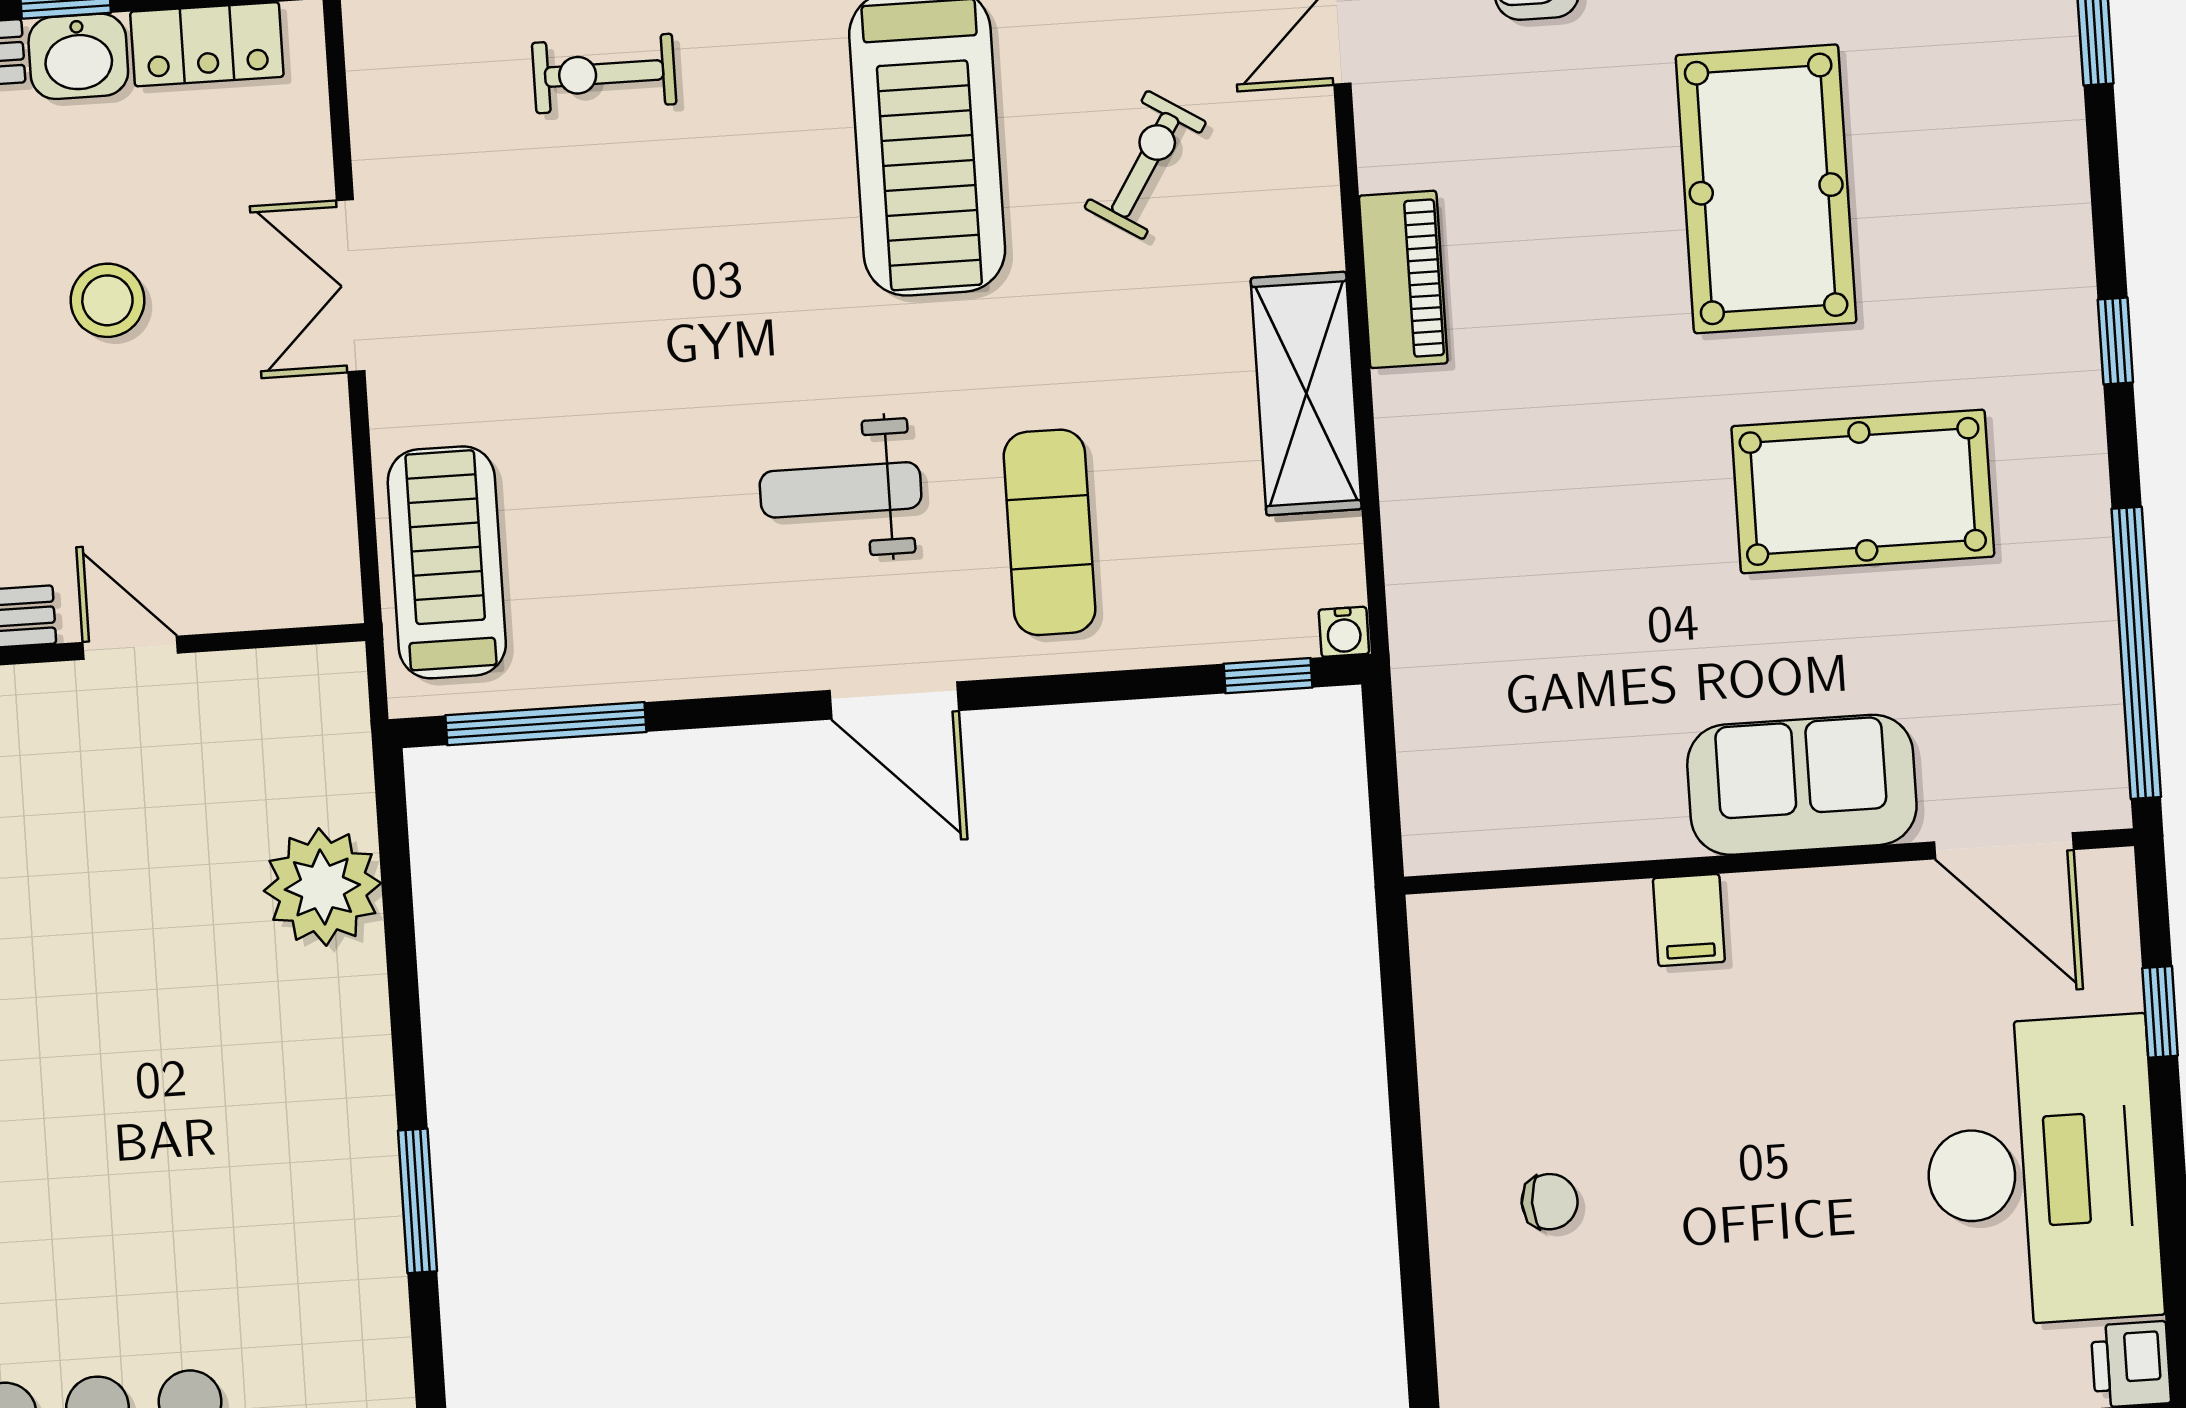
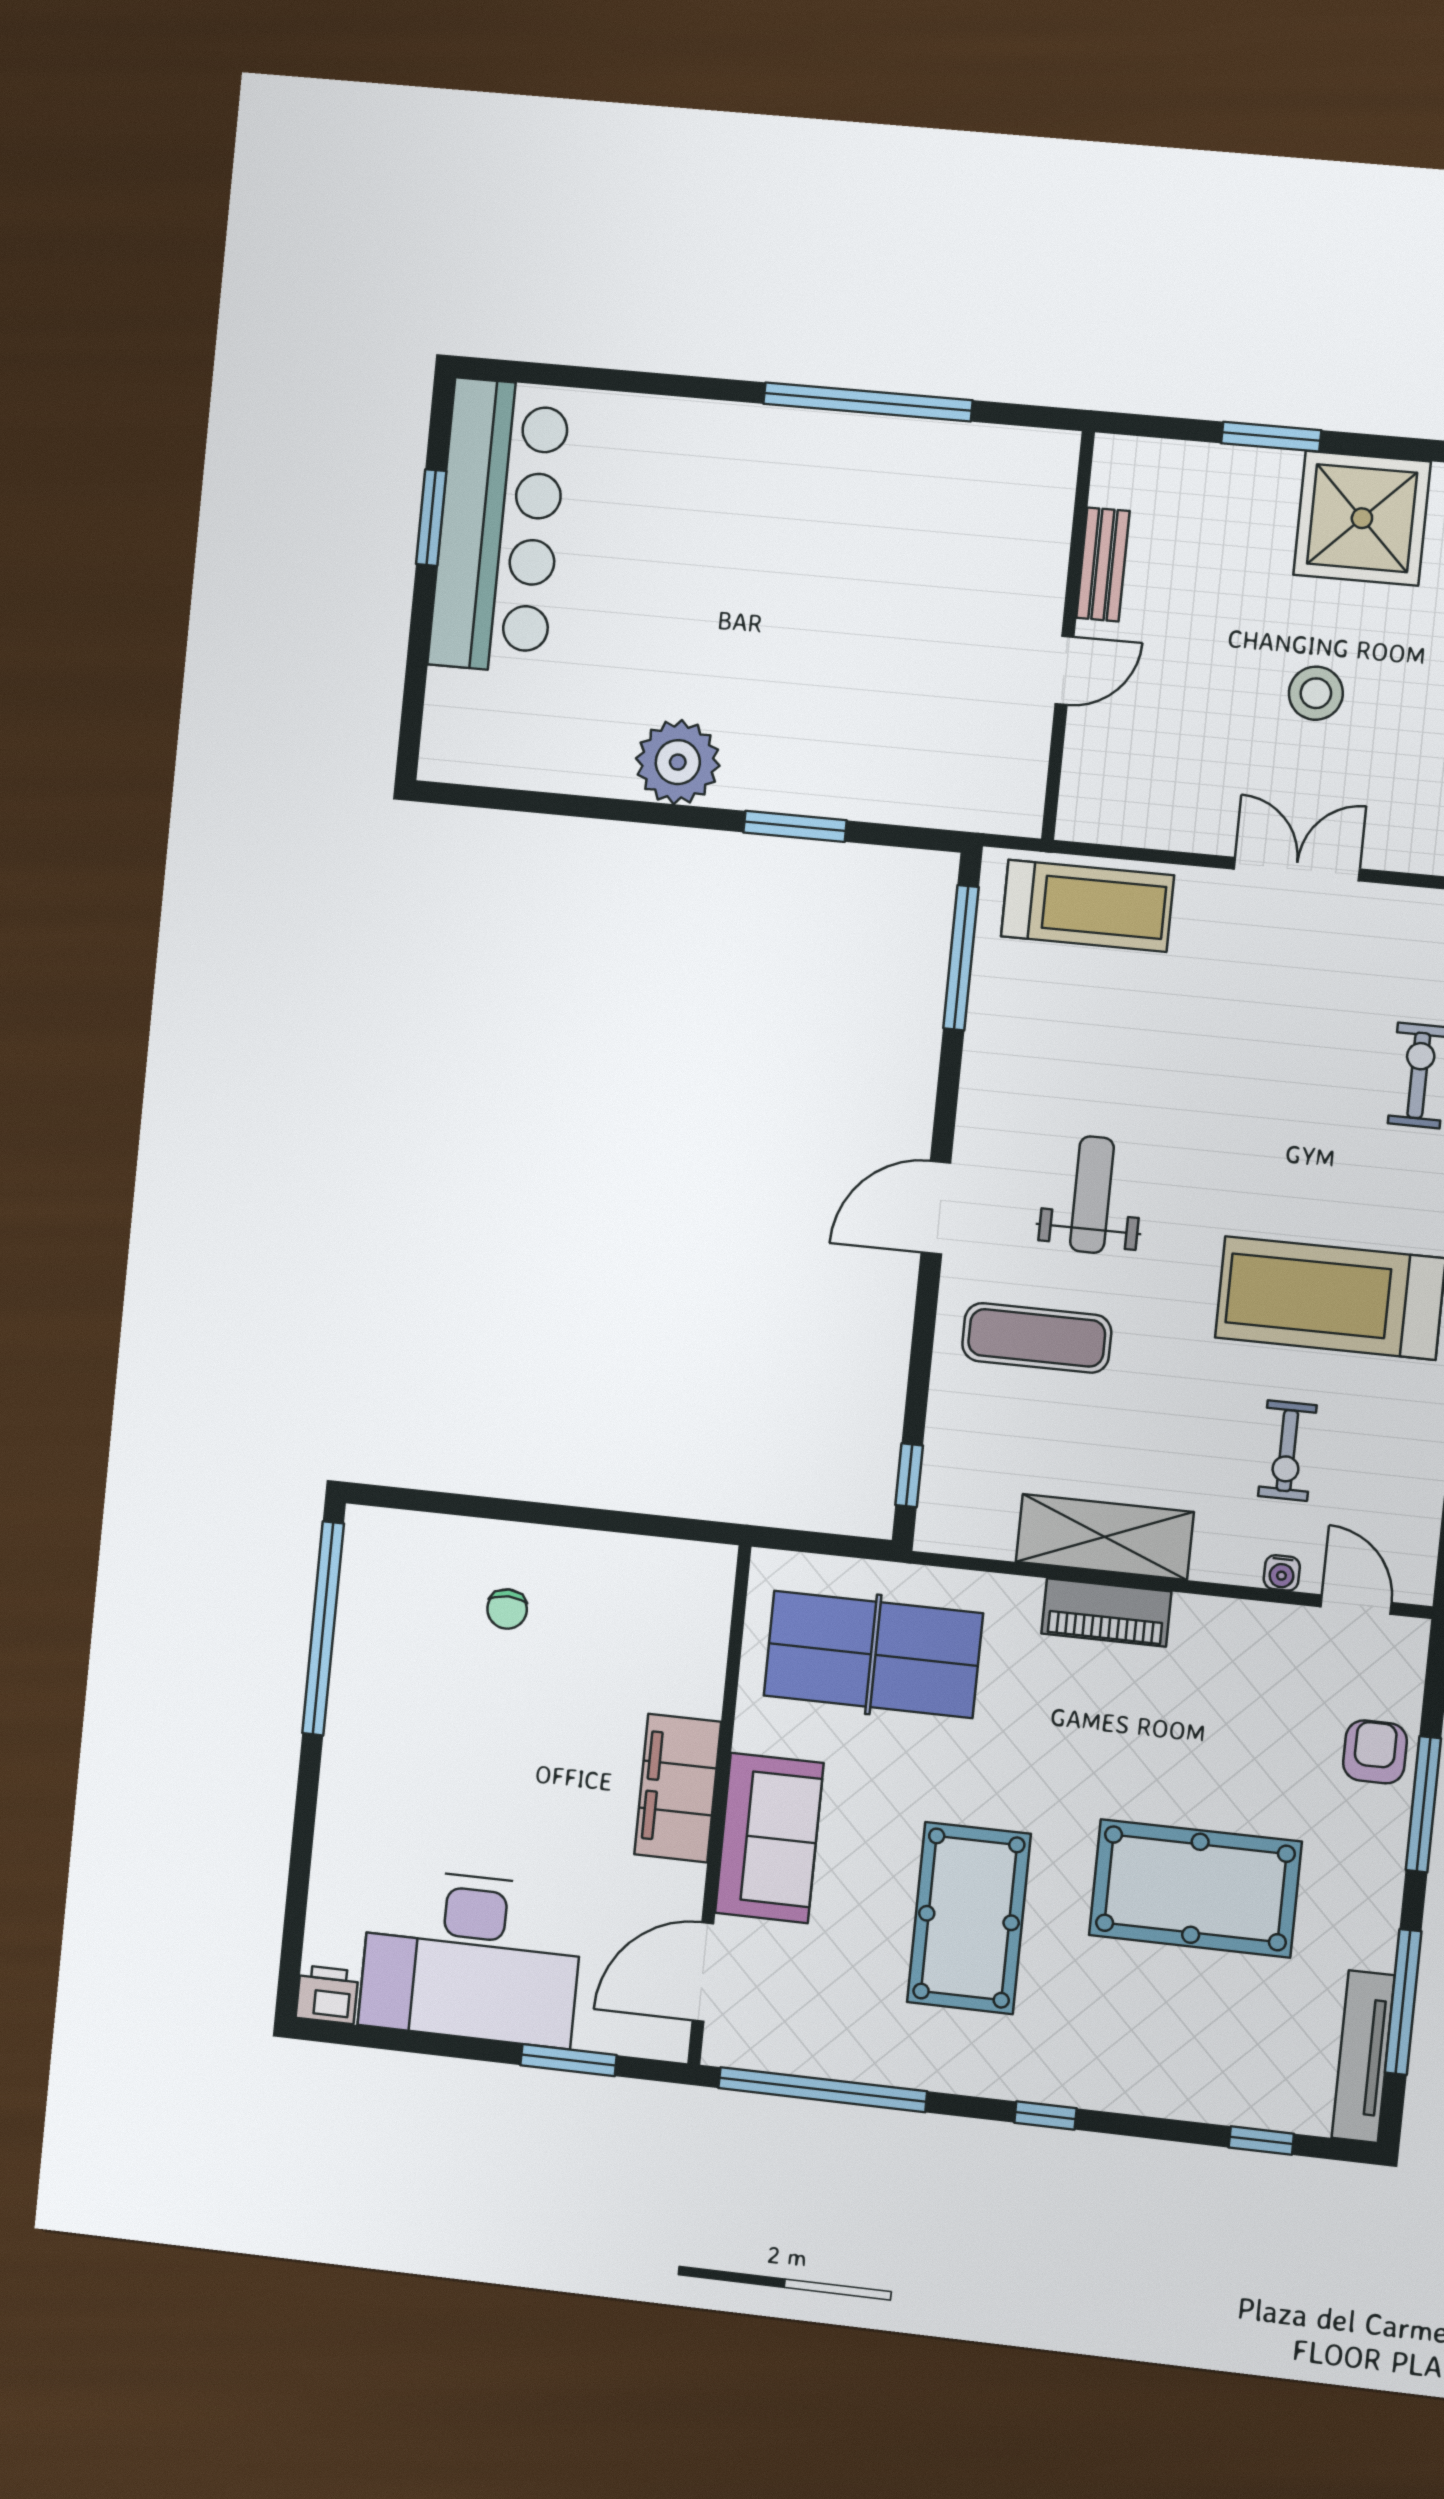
exercise bike: (1145, 165) -> (1287, 1451), turned 58
piano: (1403, 279) -> (1106, 1612), moved
water cooler: (1344, 632) -> (1282, 1573), moved, turned -90
table tennis table: (1523, 684) -> (873, 1654), added
plant: (322, 887) -> (678, 762), moved
filing cabinet: (1689, 920) -> (678, 1788), width x3.00, depth x1.17
window: (2160, 1012) -> (569, 2060), width x1.50
window: (417, 1201) -> (795, 826), moved

